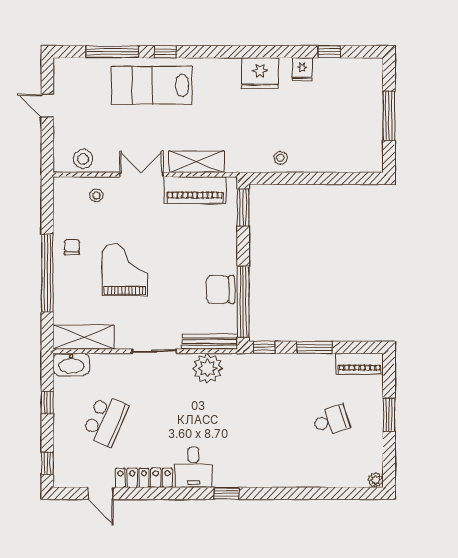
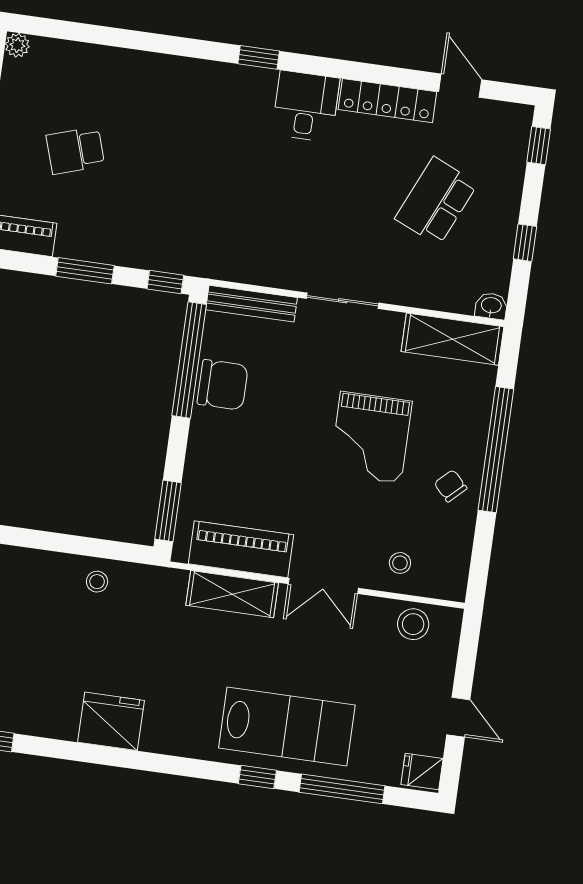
fridge: (302, 69) -> (422, 771), moved, turned -90
chair: (72, 247) -> (451, 486), turned 136
washbasin: (71, 364) -> (491, 306), width x0.52, depth x0.69
plant: (207, 368) -> (261, 262), removed

